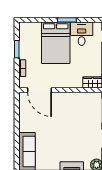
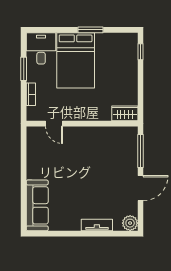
desk: (82, 34) -> (41, 48), moved
door: (40, 90) -> (54, 124), width x0.53

